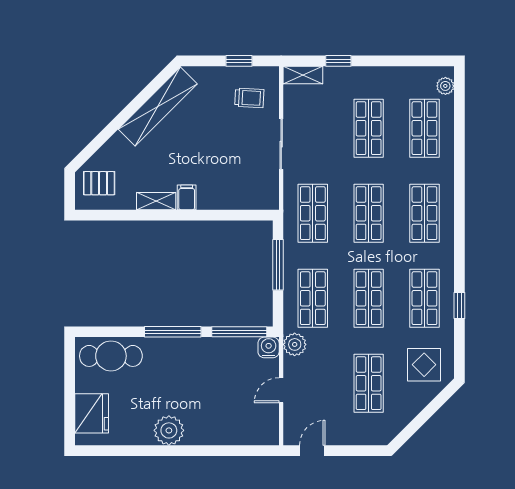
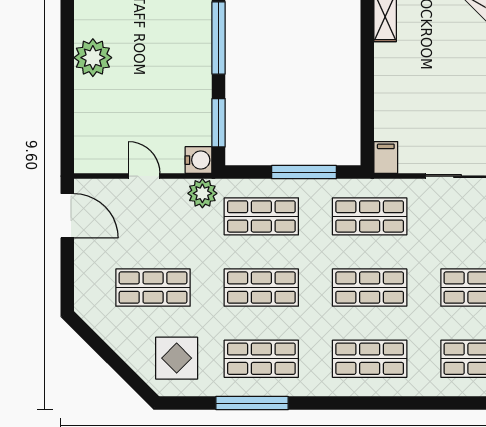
filing cabinet: (187, 197) -> (386, 157), moved, turned -90
window: (459, 305) -> (252, 403), width x2.17
window: (239, 332) -> (219, 123), width x0.69
plant: (169, 430) -> (93, 58), moved
door: (312, 451) -> (67, 216), width x1.38

